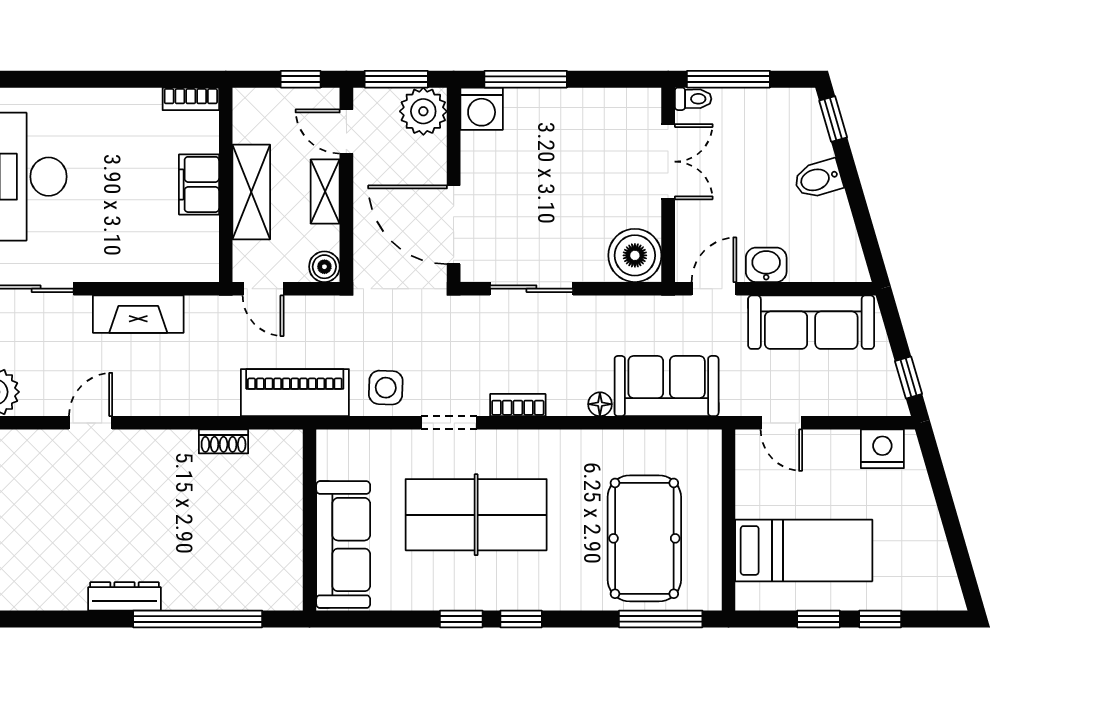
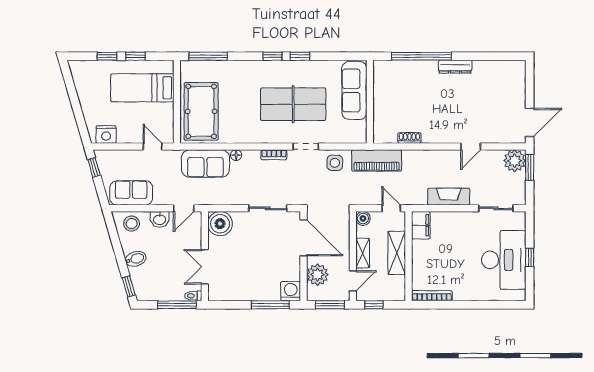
bookcase: (191, 99) -> (432, 296), width x1.56
plant: (423, 111) -> (317, 275), moved
door: (346, 131) -> (353, 281), hinge flipped
filing cabinet: (199, 184) -> (421, 225), moved
stool: (827, 255) -> (132, 224), added
sofa: (811, 322) -> (131, 193), width x0.73
pool table: (644, 538) -> (201, 111), moved

